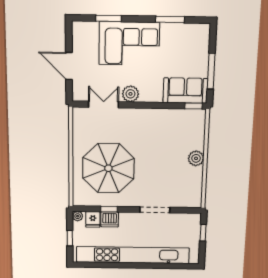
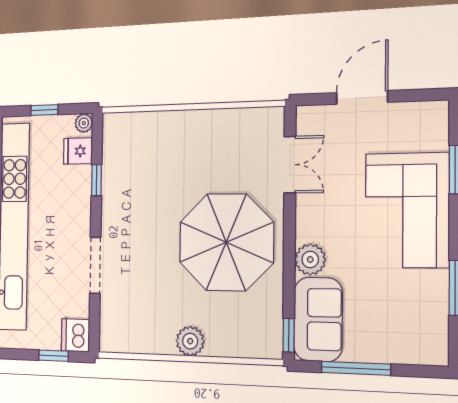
plant: (130, 94) -> (310, 259), moved
parasol: (108, 168) -> (226, 242), moved
dishwasher: (110, 219) -> (76, 335), moved

